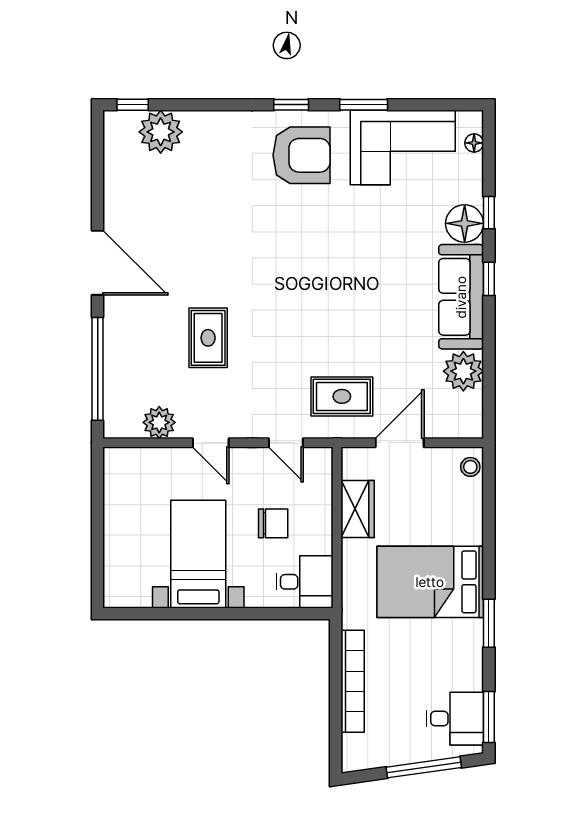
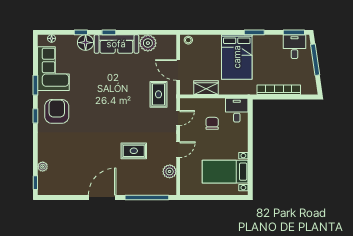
plant: (161, 132) -> (43, 167), width x0.53, depth x0.53
bed with nightstands: (198, 554) -> (225, 172), moved

